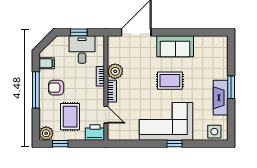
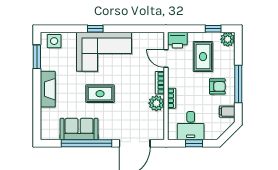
window: (183, 32) -> (86, 143), added
sofa: (175, 46) -> (79, 129), moved
window: (231, 87) -> (37, 57), moved
fireplace: (221, 98) -> (48, 89), moved

